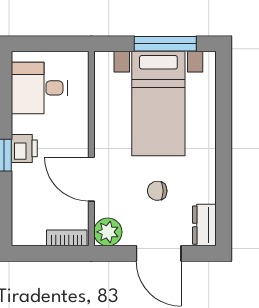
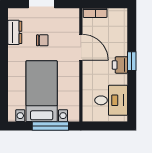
window: (165, 44) -> (50, 126), moved
dresser: (204, 225) -> (15, 32), moved
plant: (108, 232) -> (71, 16), removed

